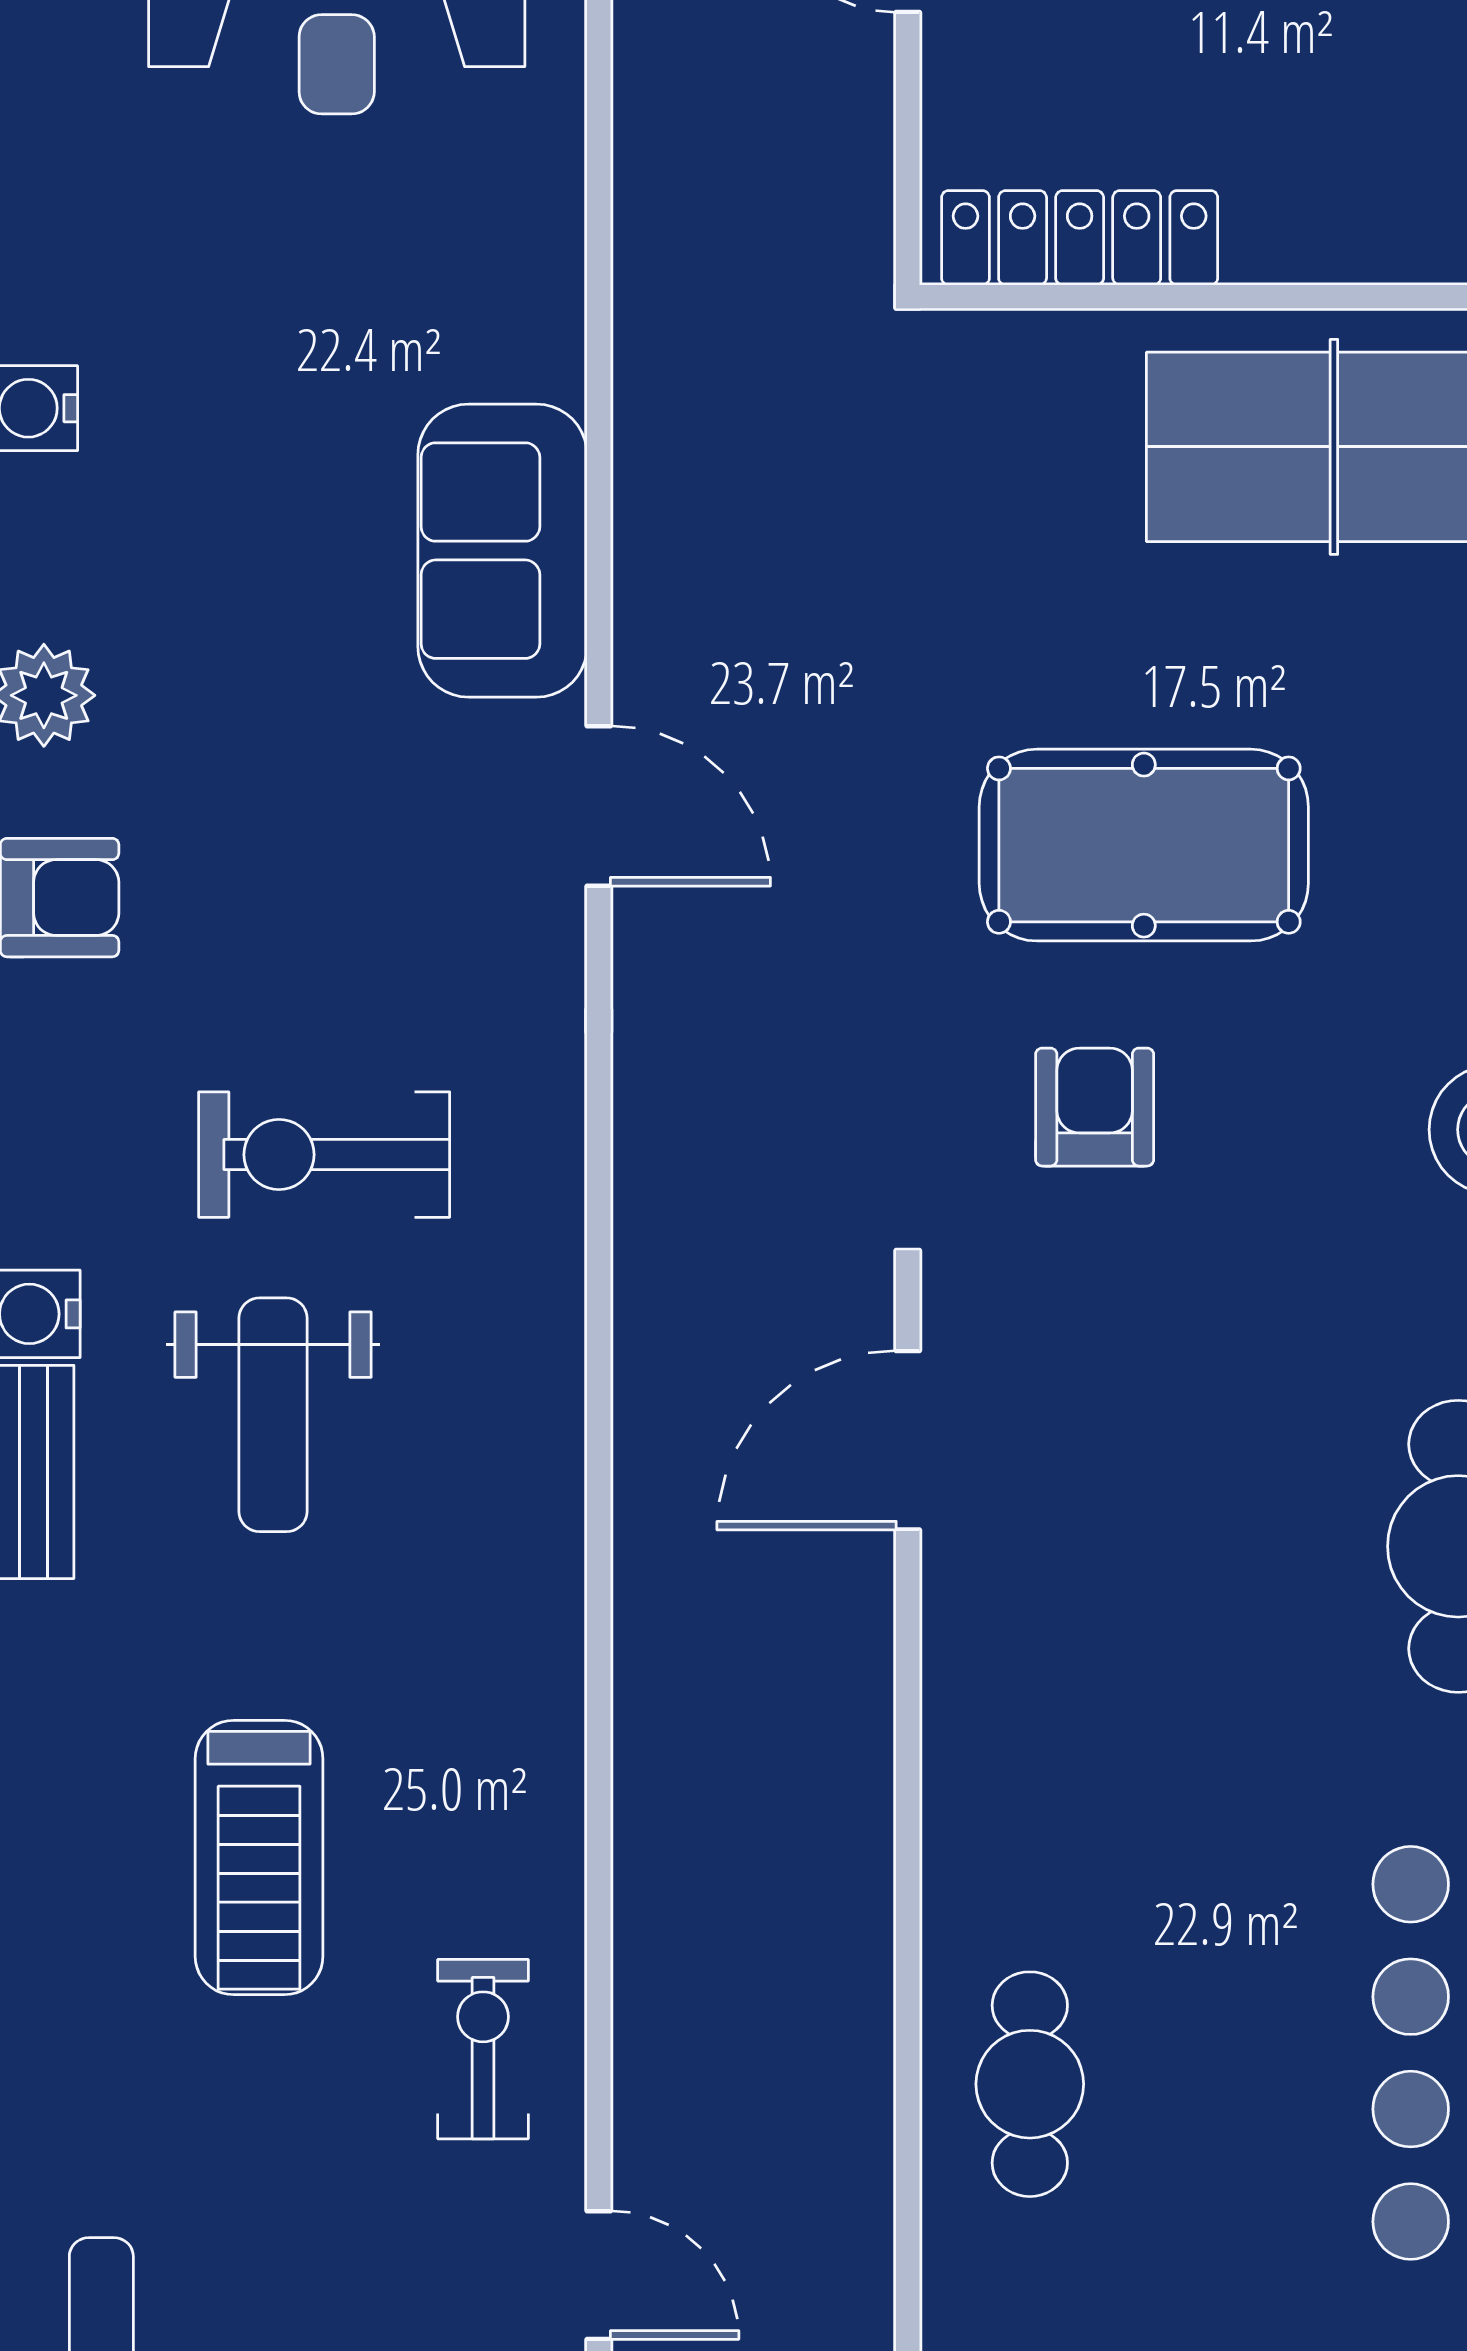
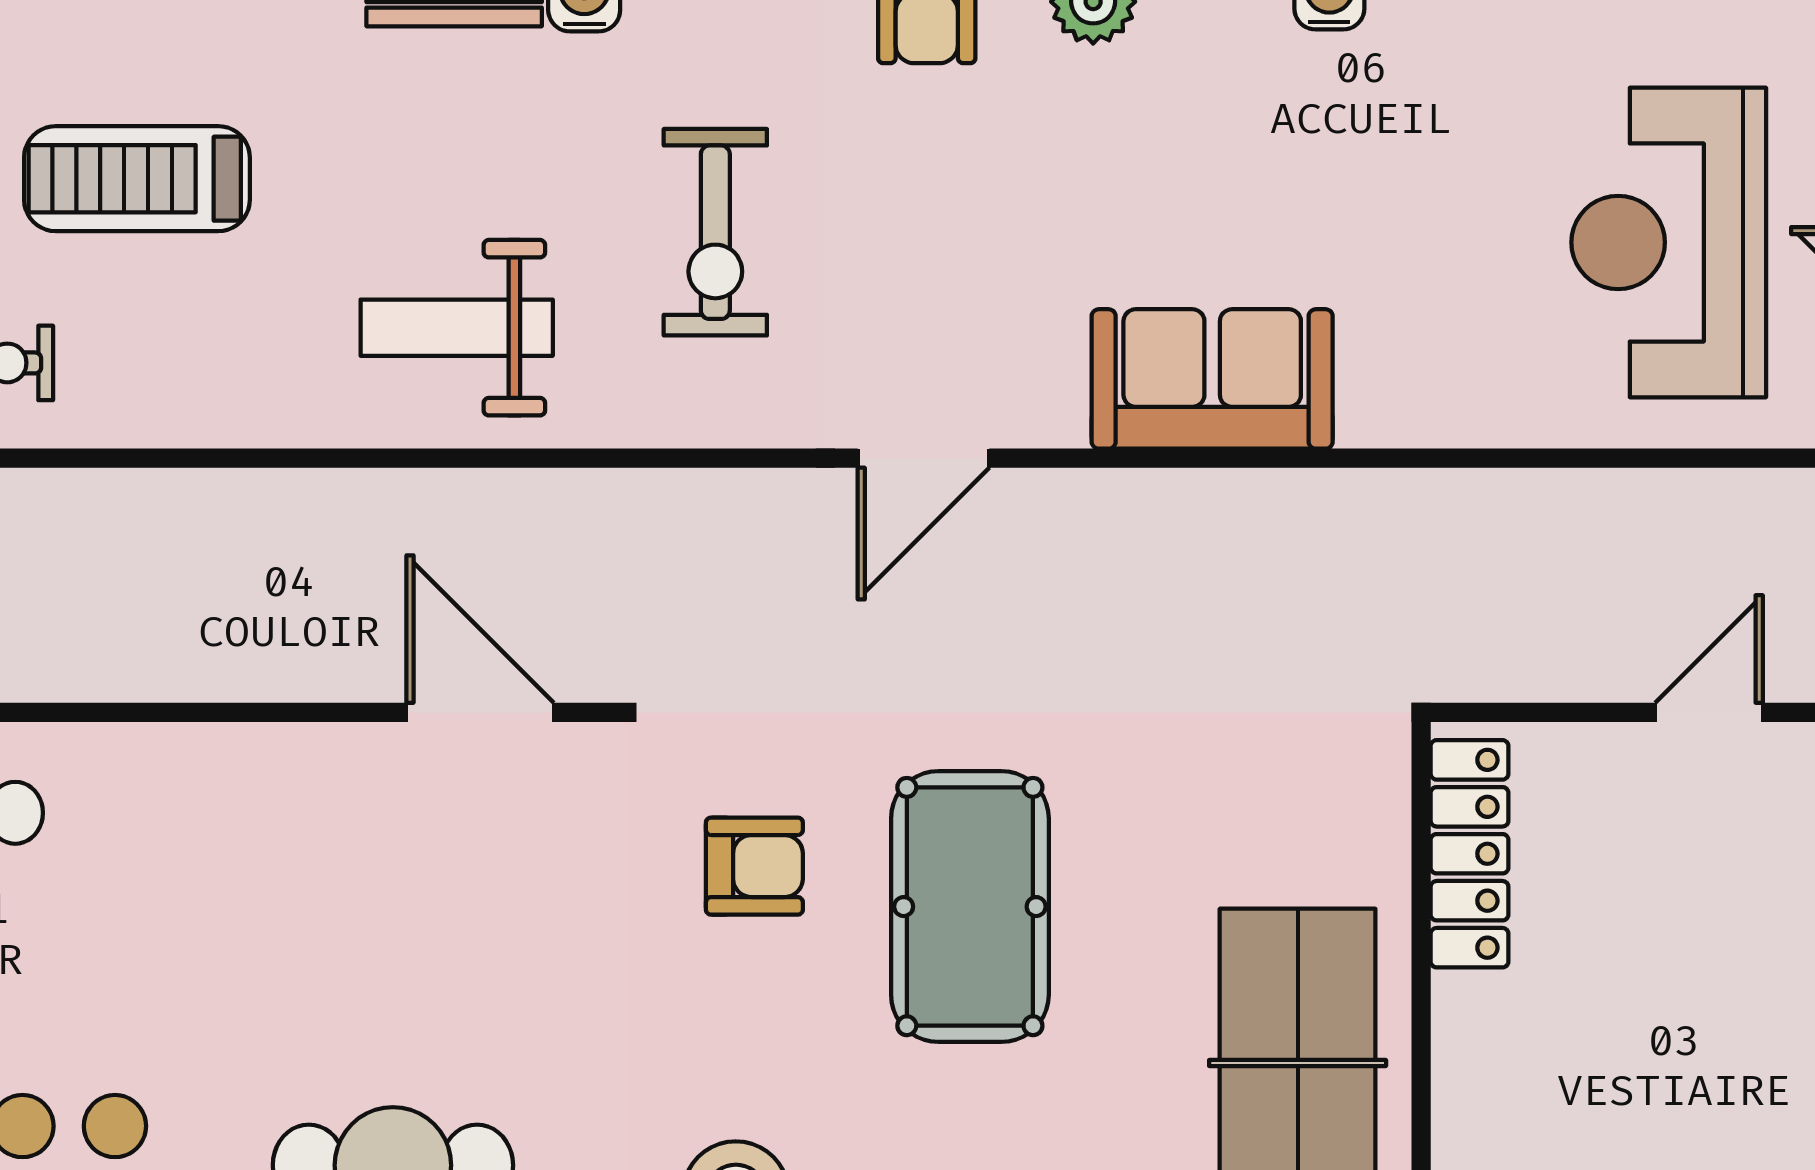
door: (599, 806) -> (924, 458), moved
exercise bike: (324, 1155) -> (715, 232), turned 180
weight bench: (273, 1415) -> (457, 328), moved

